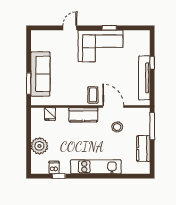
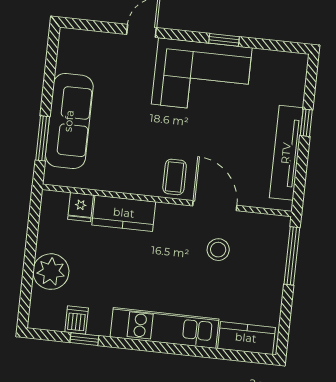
kitchen counter: (83, 115) -> (124, 213), moved
kitchen counter: (143, 148) -> (246, 338), moved, turned 90

